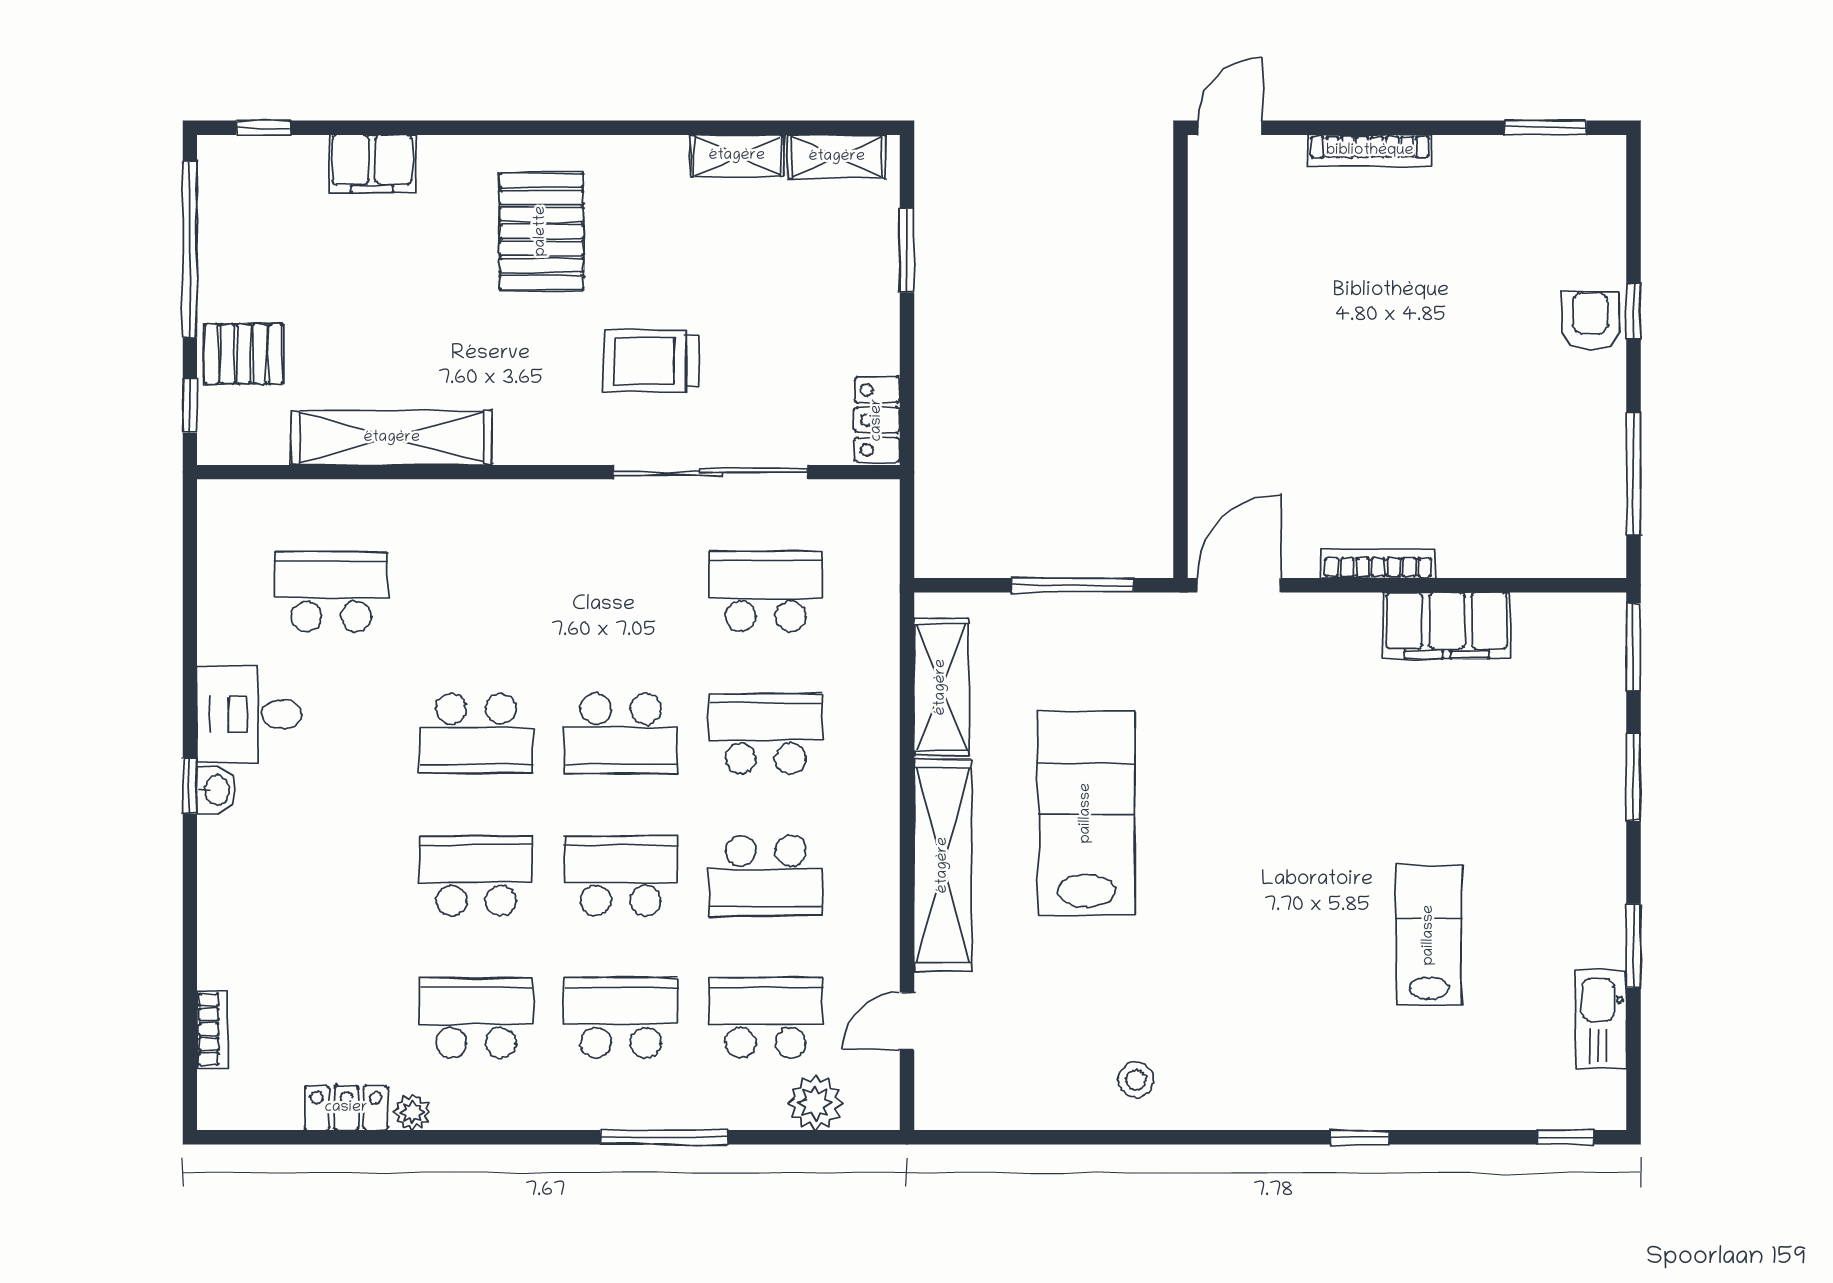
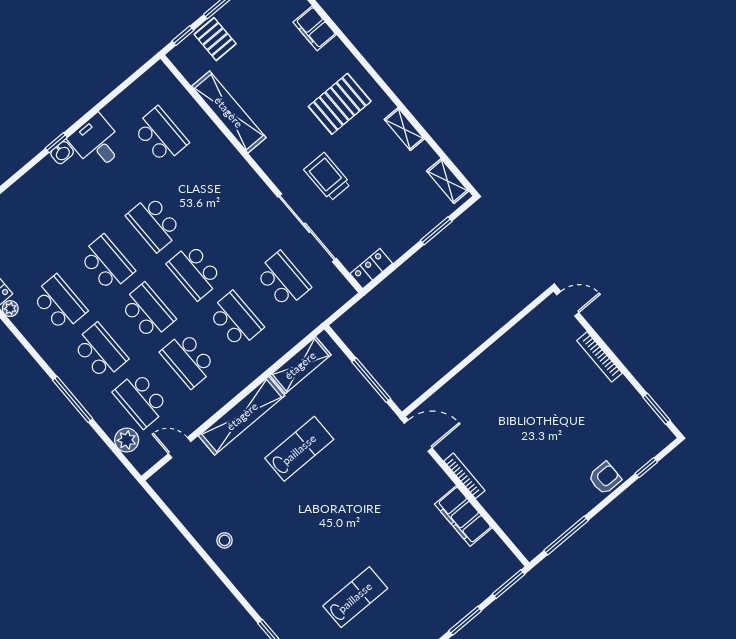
shelving: (737, 156) -> (404, 129), moved
window: (1633, 311) -> (646, 468), moved
lab bench: (1086, 813) -> (299, 449), width x0.73, depth x0.72
school desk: (766, 1018) -> (141, 400), turned 180

